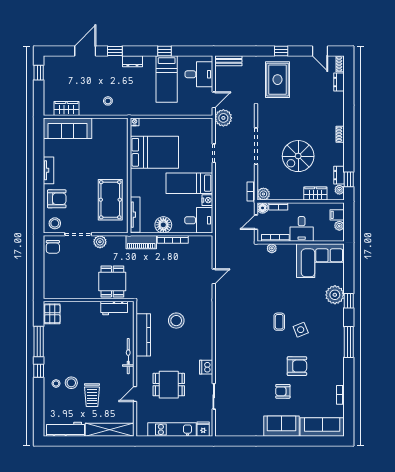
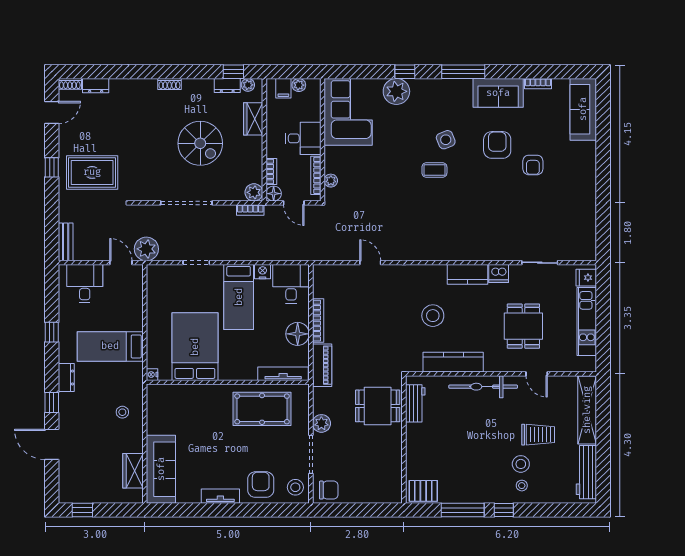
bed: (167, 79) -> (110, 346), moved, turned 180
kitchen counter: (205, 345) -> (467, 274), added
bicycle: (128, 356) -> (483, 387), width x1.37, depth x1.40
sofa: (282, 426) -> (498, 93), moved, turned -90

